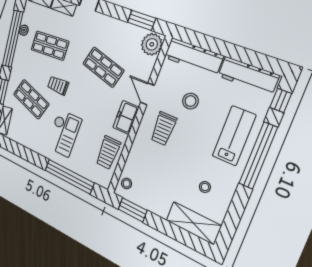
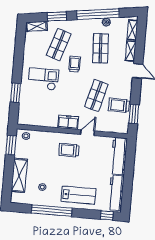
plant: (152, 44) -> (120, 126), removed
stool: (190, 101) -> (91, 162), removed
checkout: (64, 133) -> (43, 79), turned 180
trolley: (108, 153) -> (119, 105), moved
window: (258, 156) -> (52, 211), moved
window: (69, 176) -> (16, 93), width x0.47
shelving: (193, 223) -> (19, 175), moved

